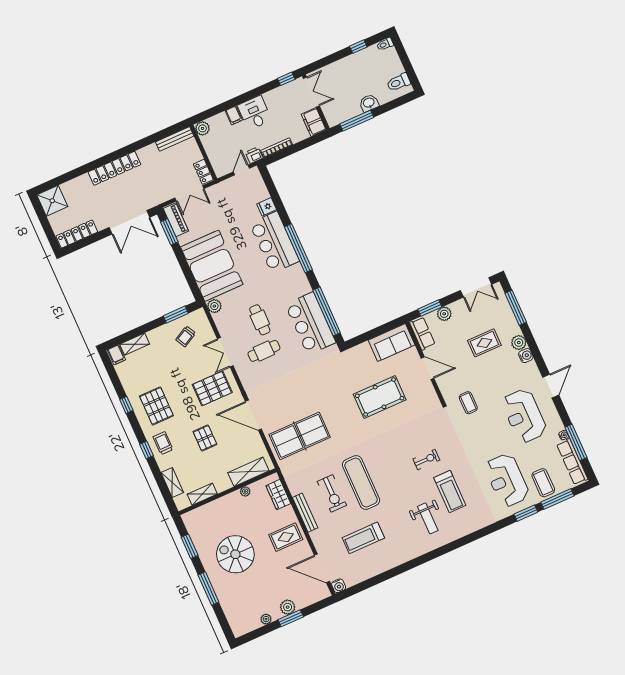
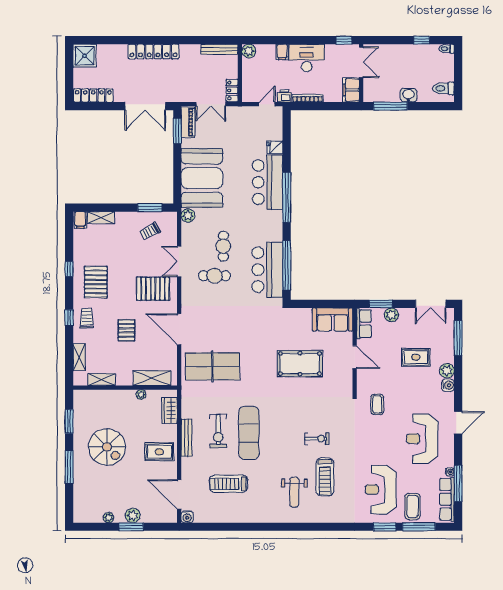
desk: (255, 113) -> (307, 58), width x1.37
spiral stairs: (235, 554) -> (107, 447), turned 180

